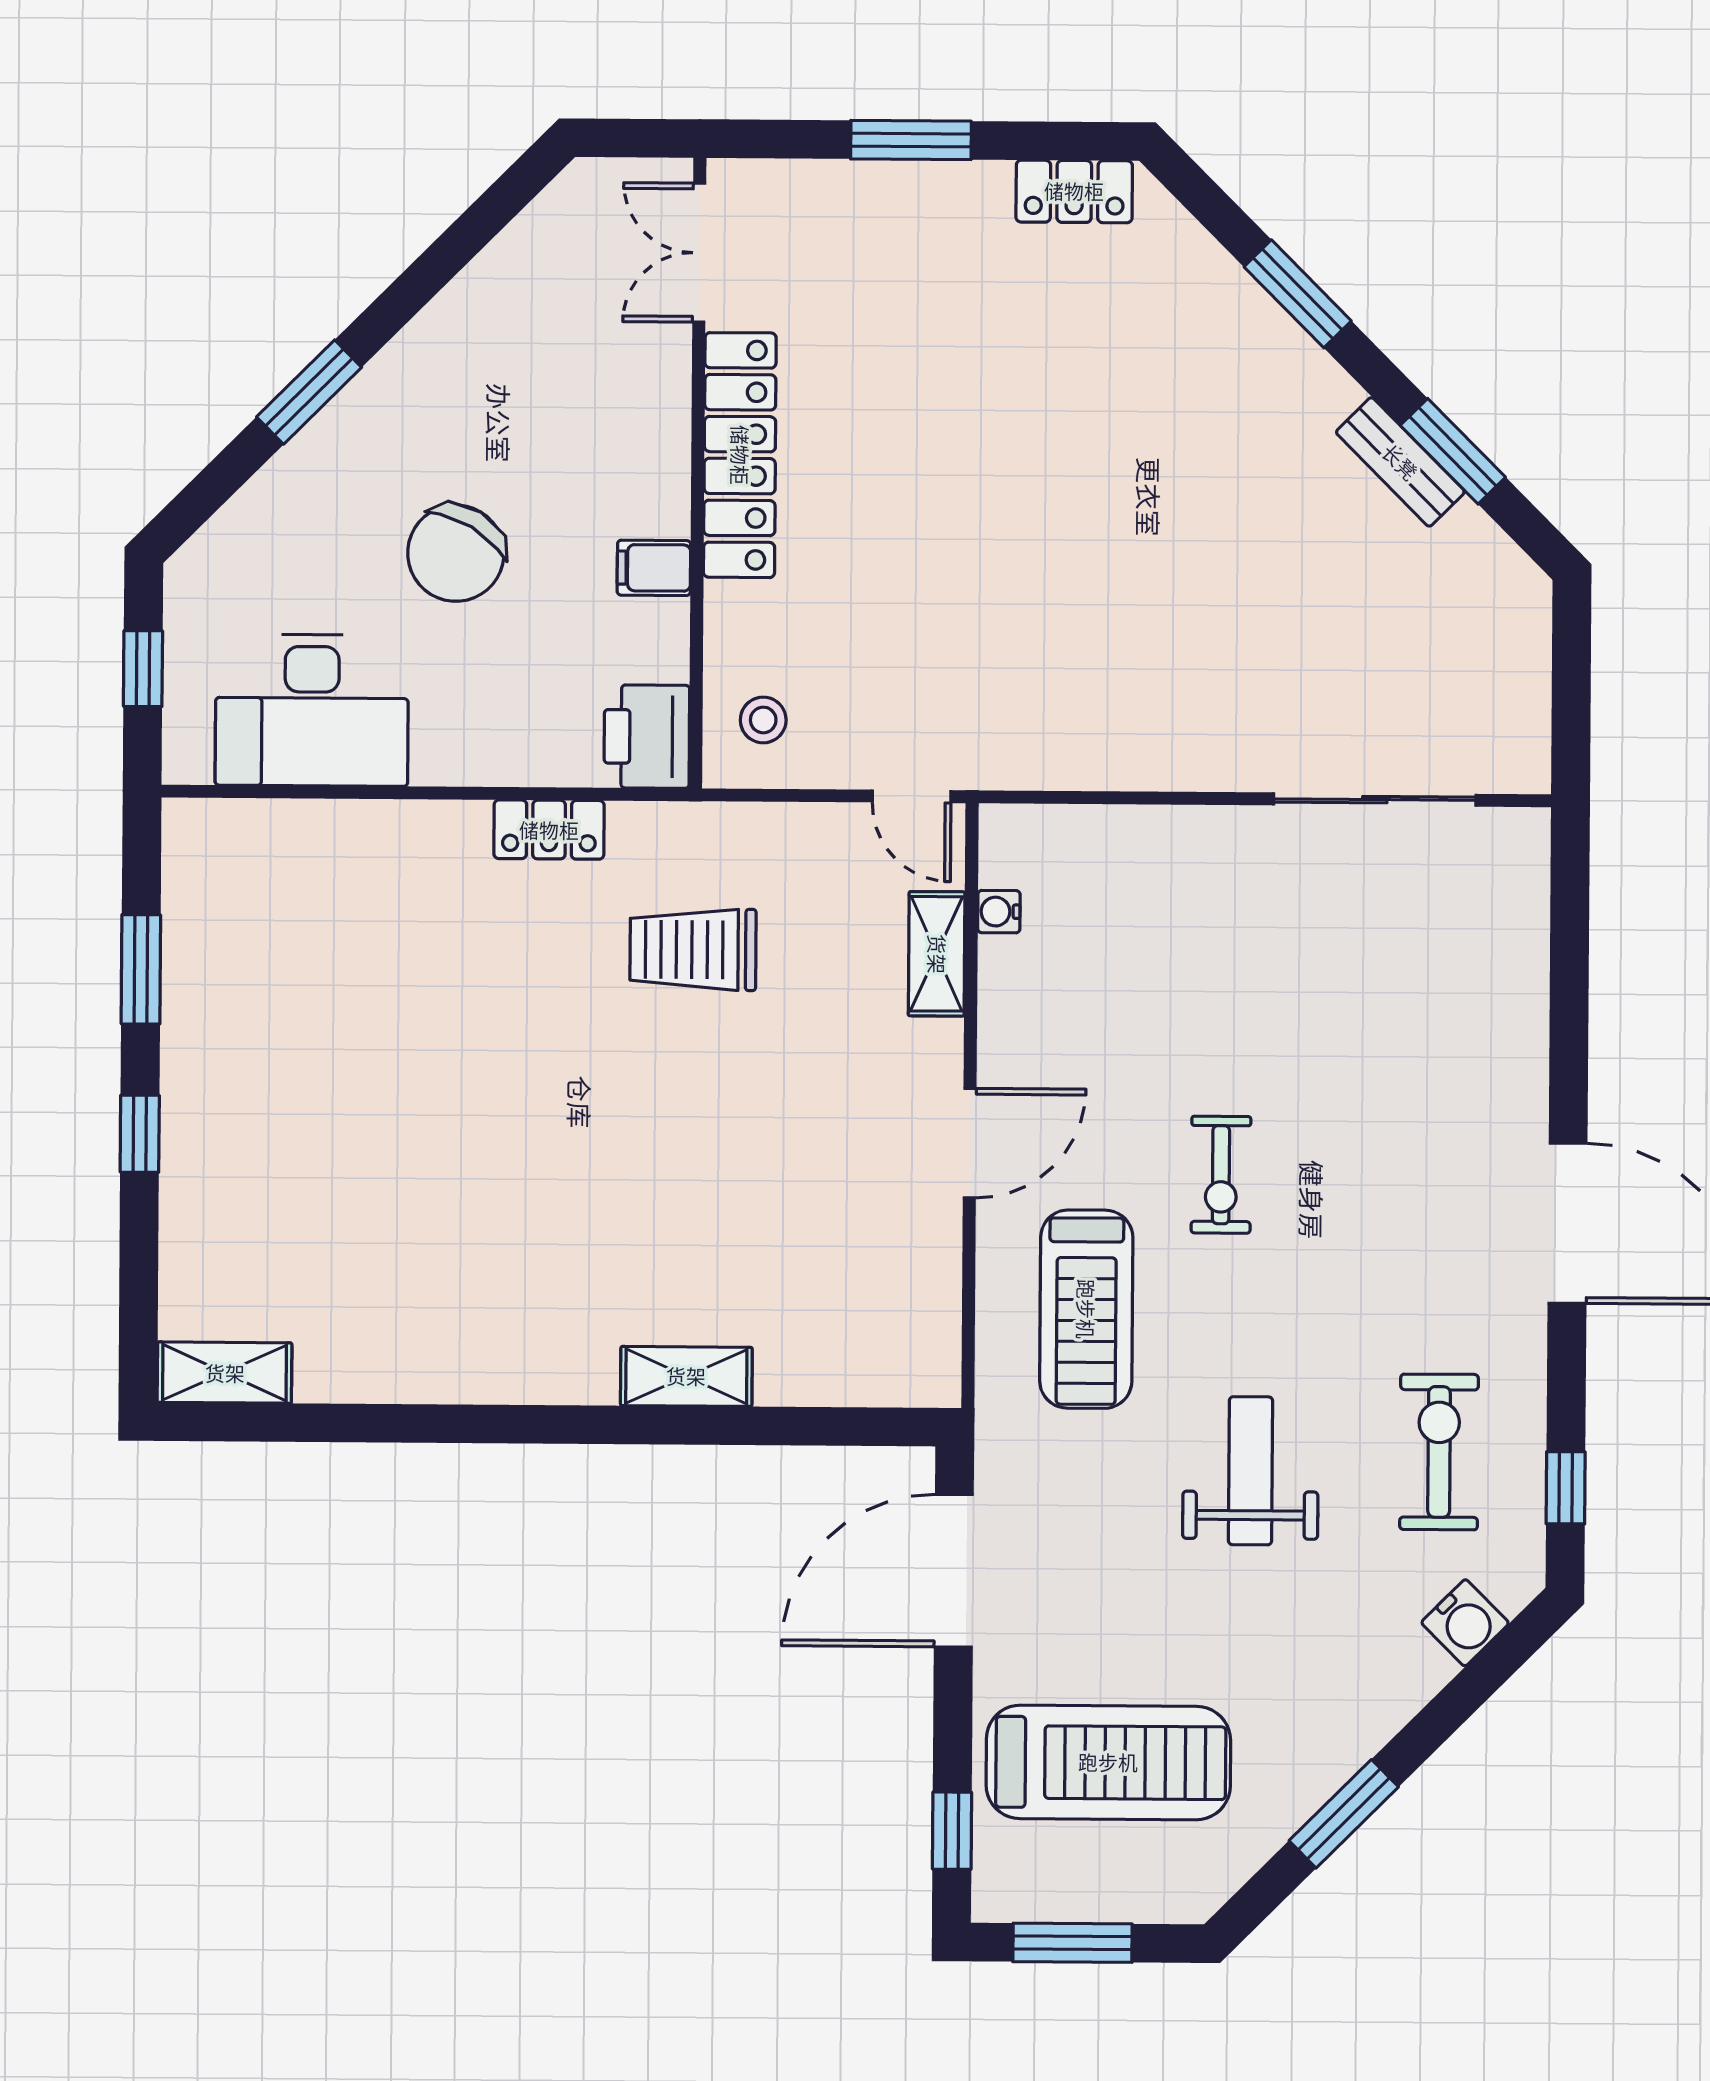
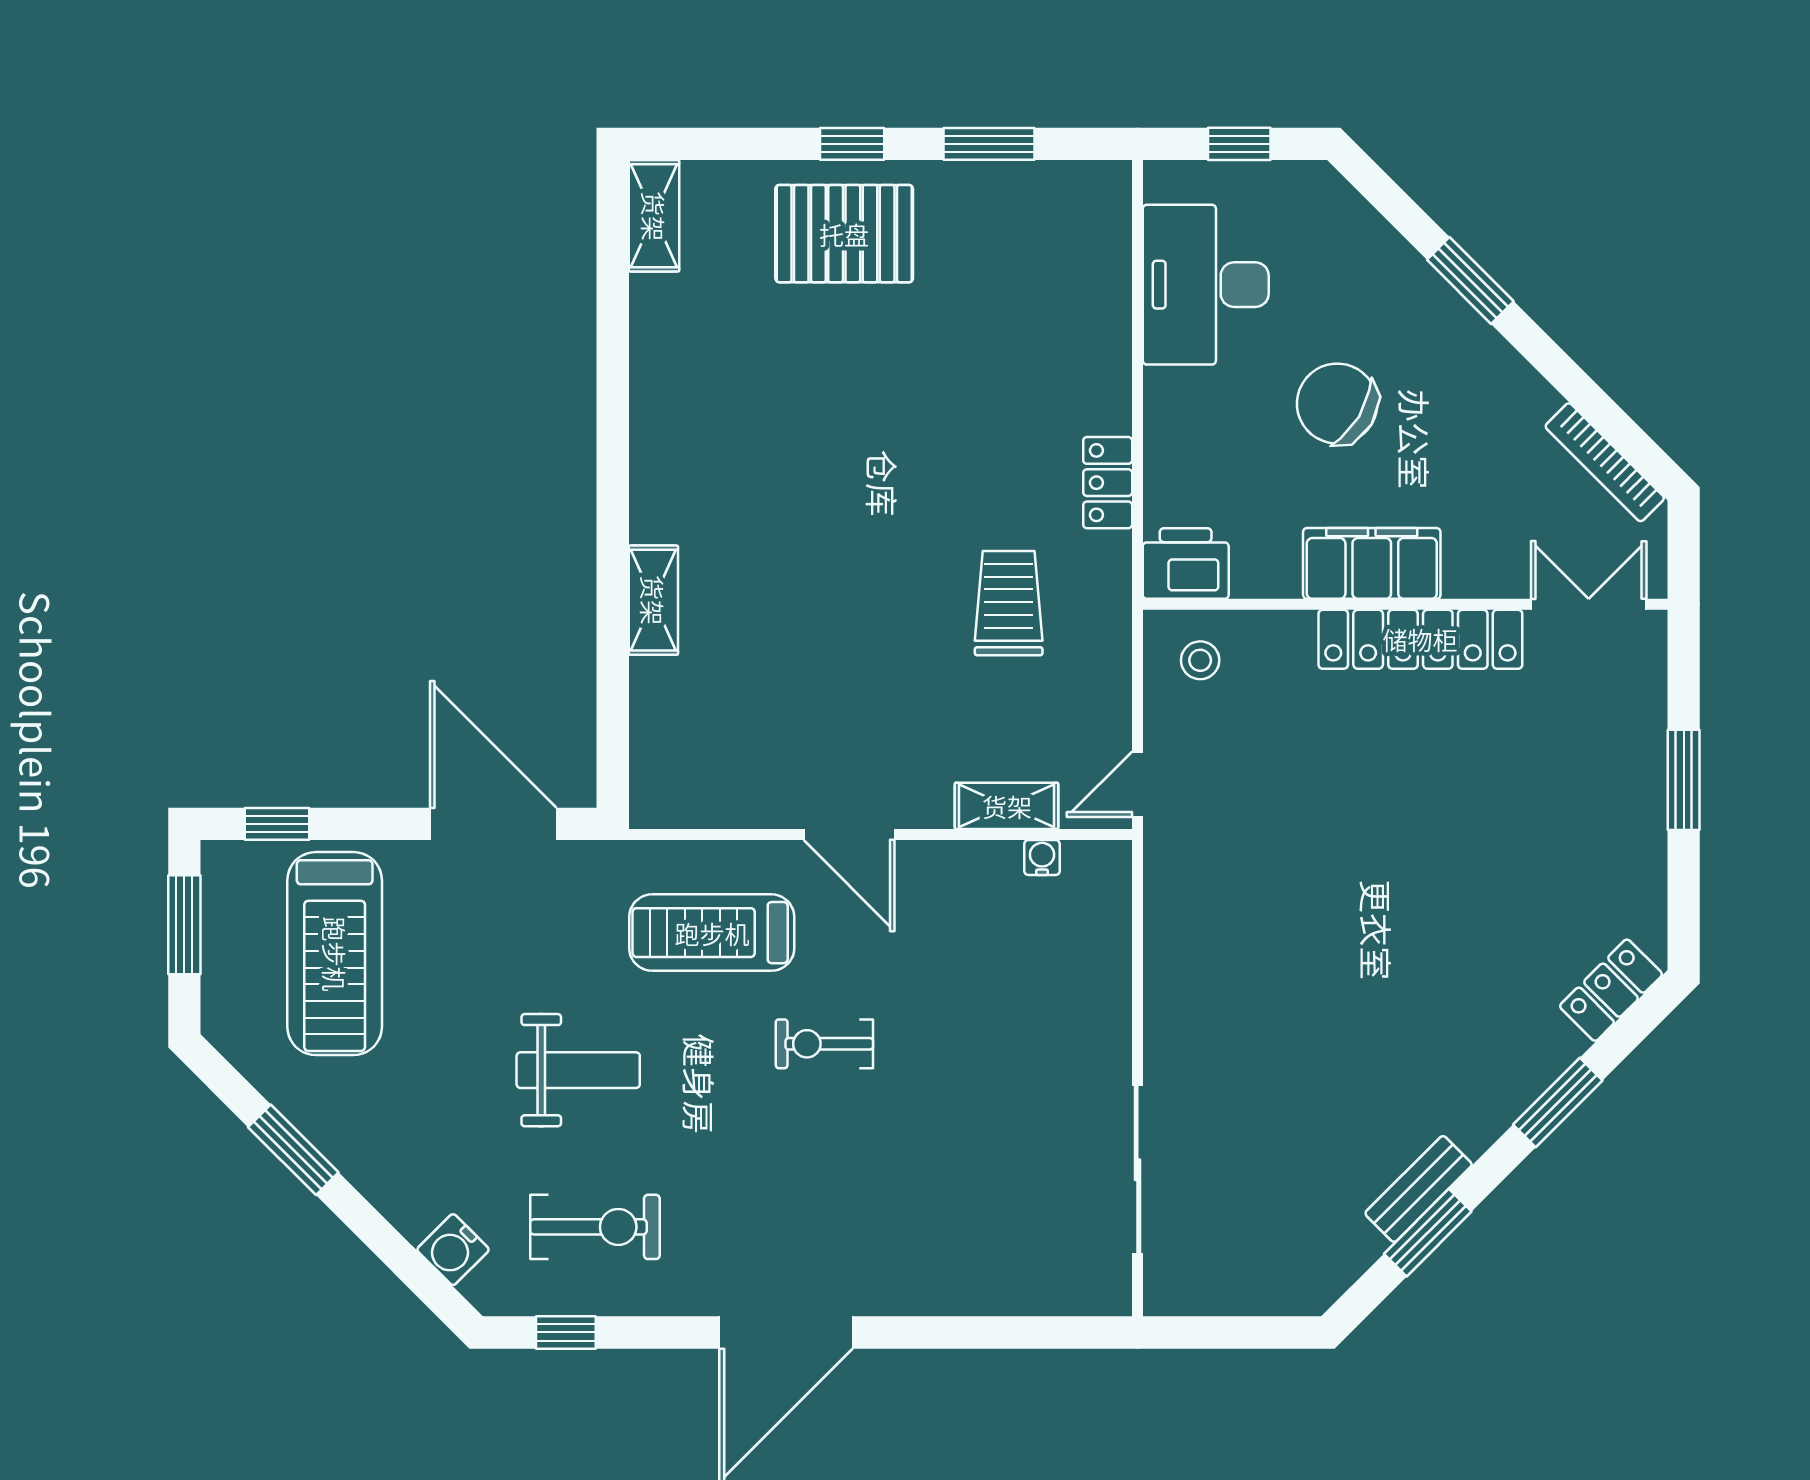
locker: (1074, 191) -> (1611, 990), moved, turned 45
bookcase: (529, 232) -> (1605, 462), added
filing cabinet: (654, 568) -> (1372, 563), width x3.00, depth x1.17
pallet: (248, 1144) -> (844, 234), added

